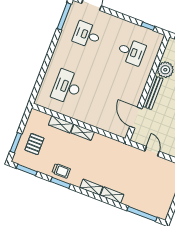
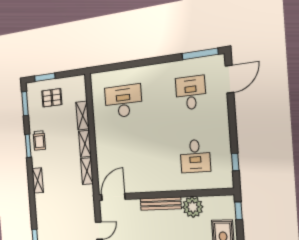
door: (136, 118) -> (113, 197), moved
shelving: (112, 195) -> (87, 171), moved

